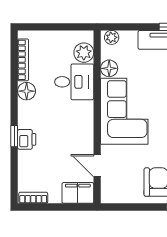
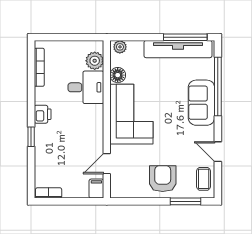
floor lamp: (27, 91) -> (42, 96), removed
printer: (27, 139) -> (43, 114), moved
door: (97, 166) -> (107, 164), hinge flipped
filing cabinet: (78, 193) -> (96, 189), width x0.50

